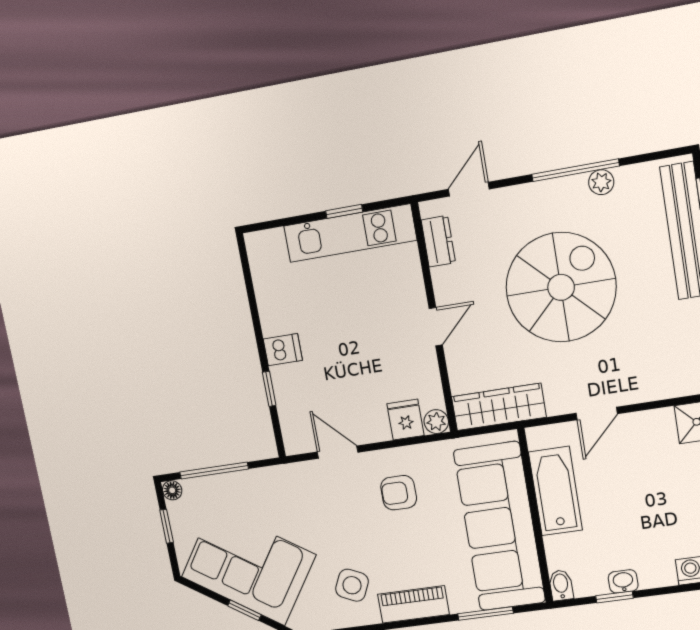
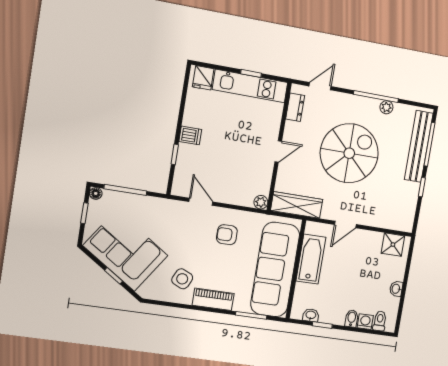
fridge: (405, 420) -> (203, 78), moved, turned 180
washbasin: (623, 581) -> (311, 315), moved
bidet: (561, 585) -> (352, 318), moved

